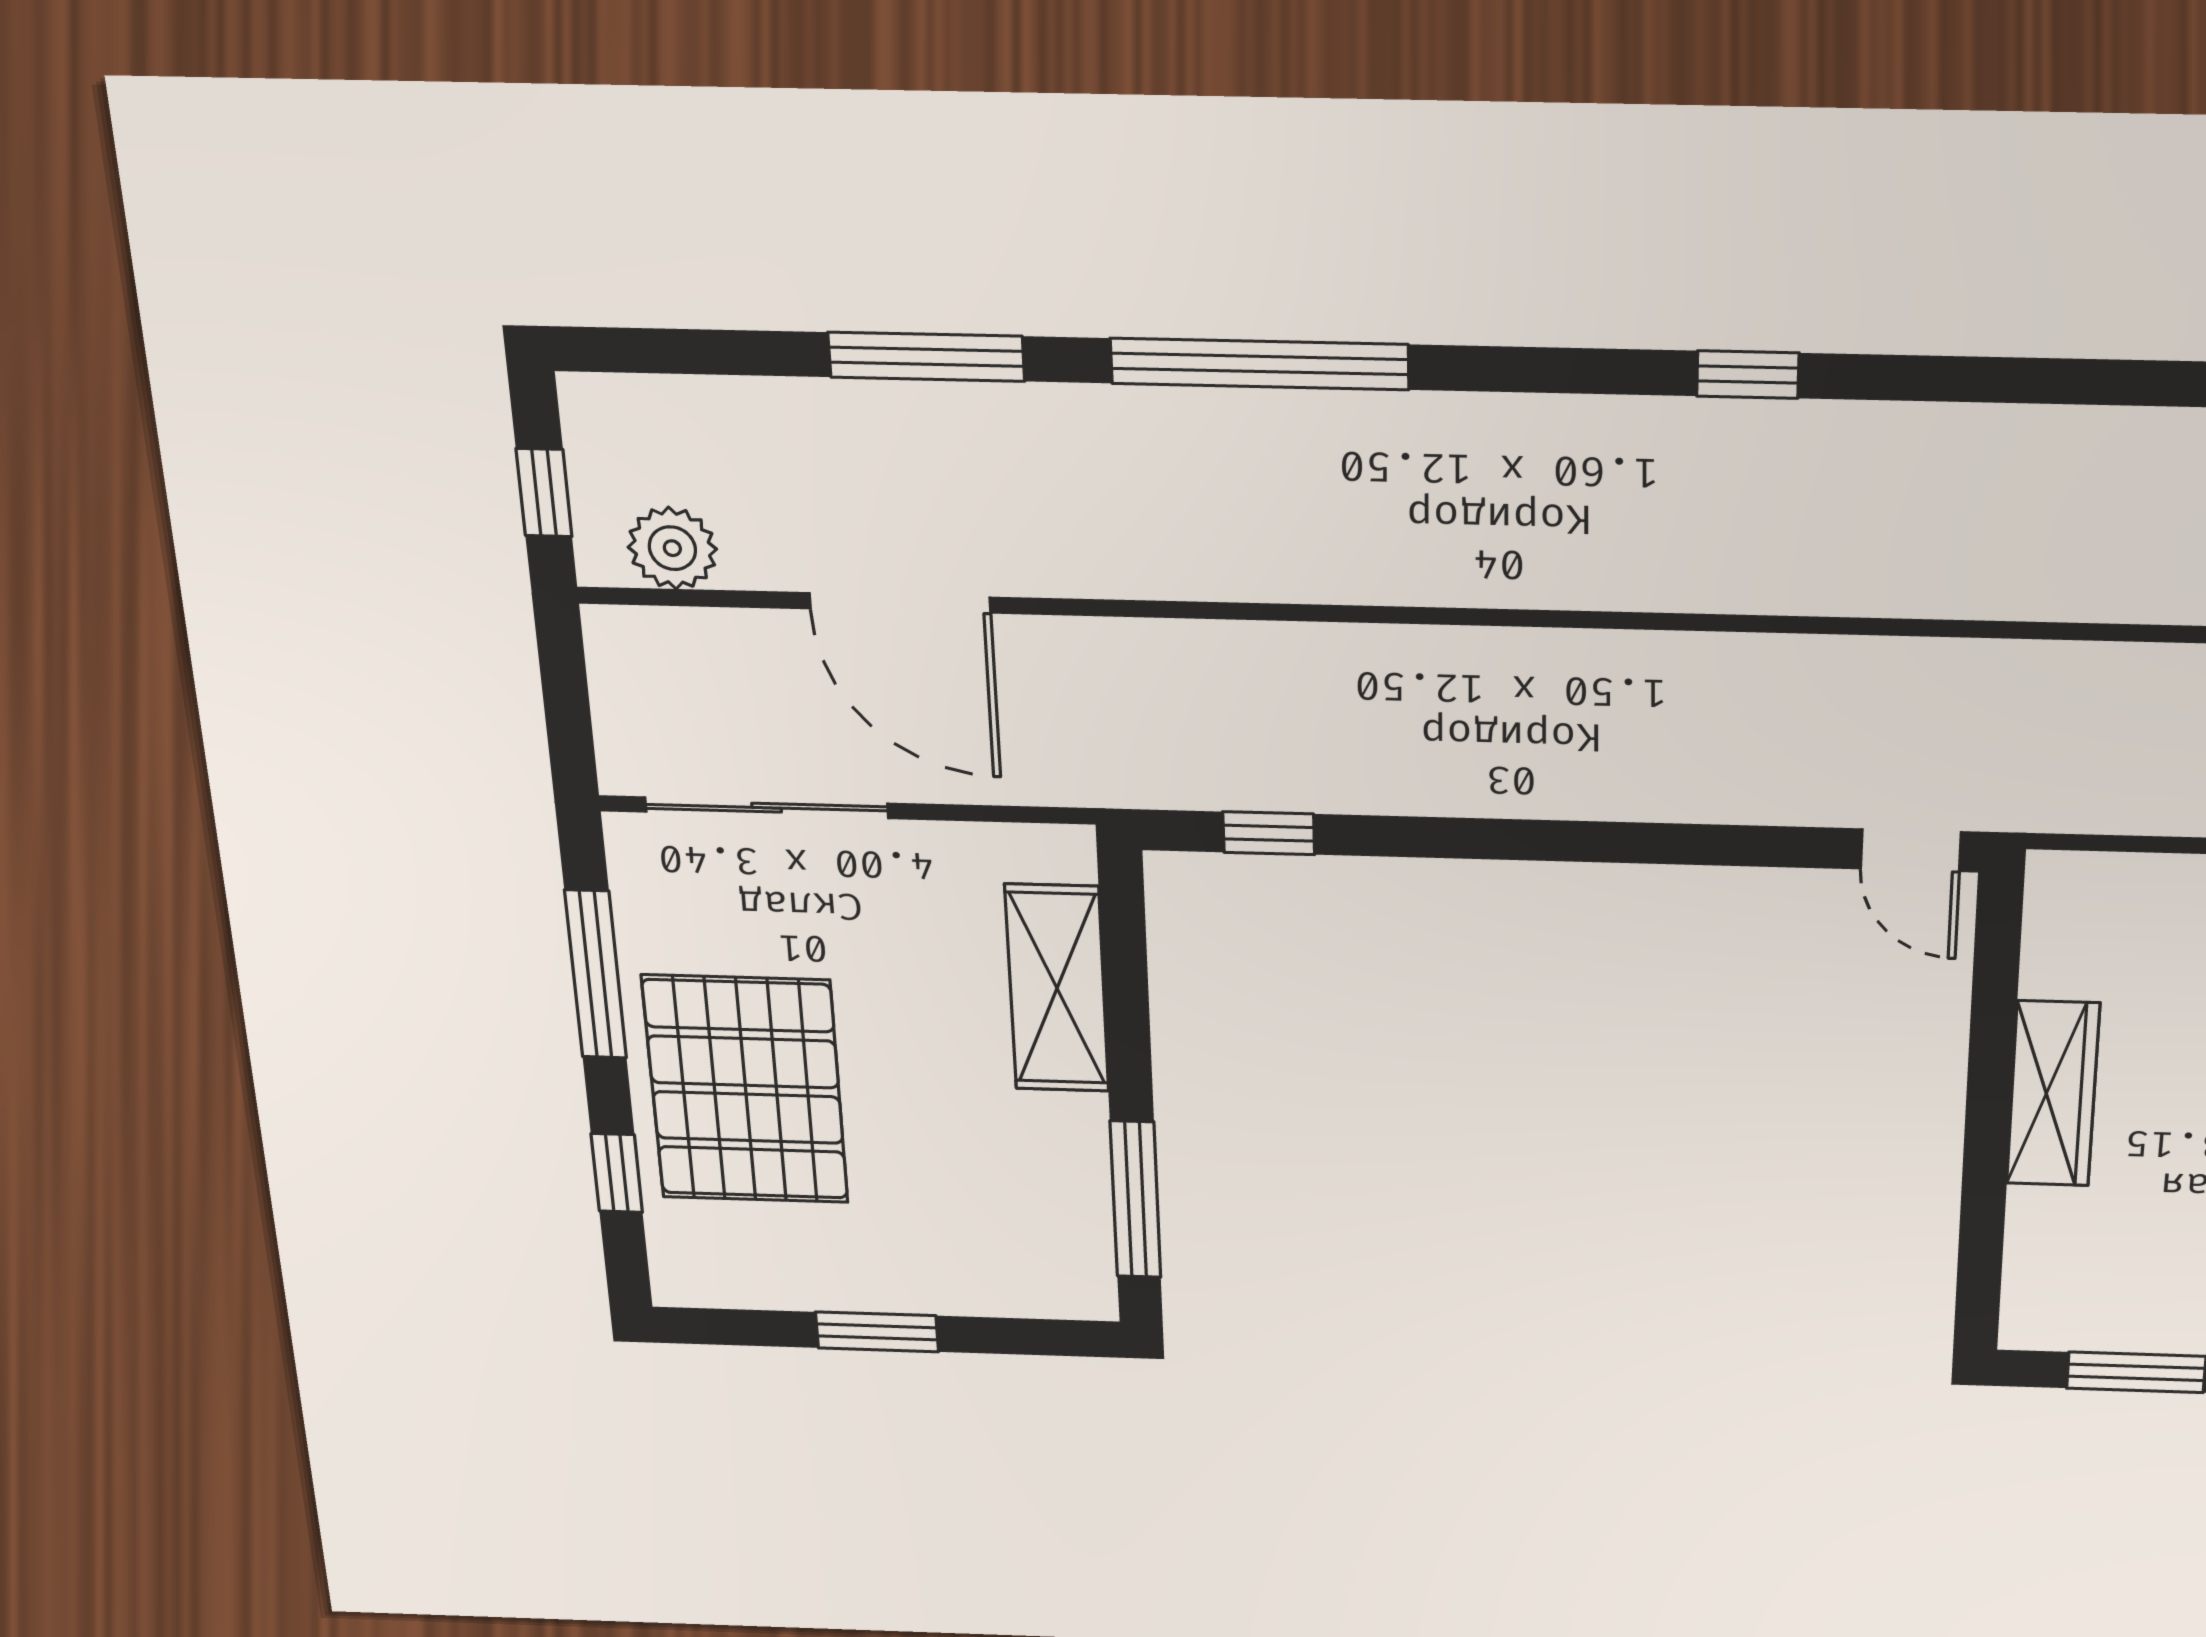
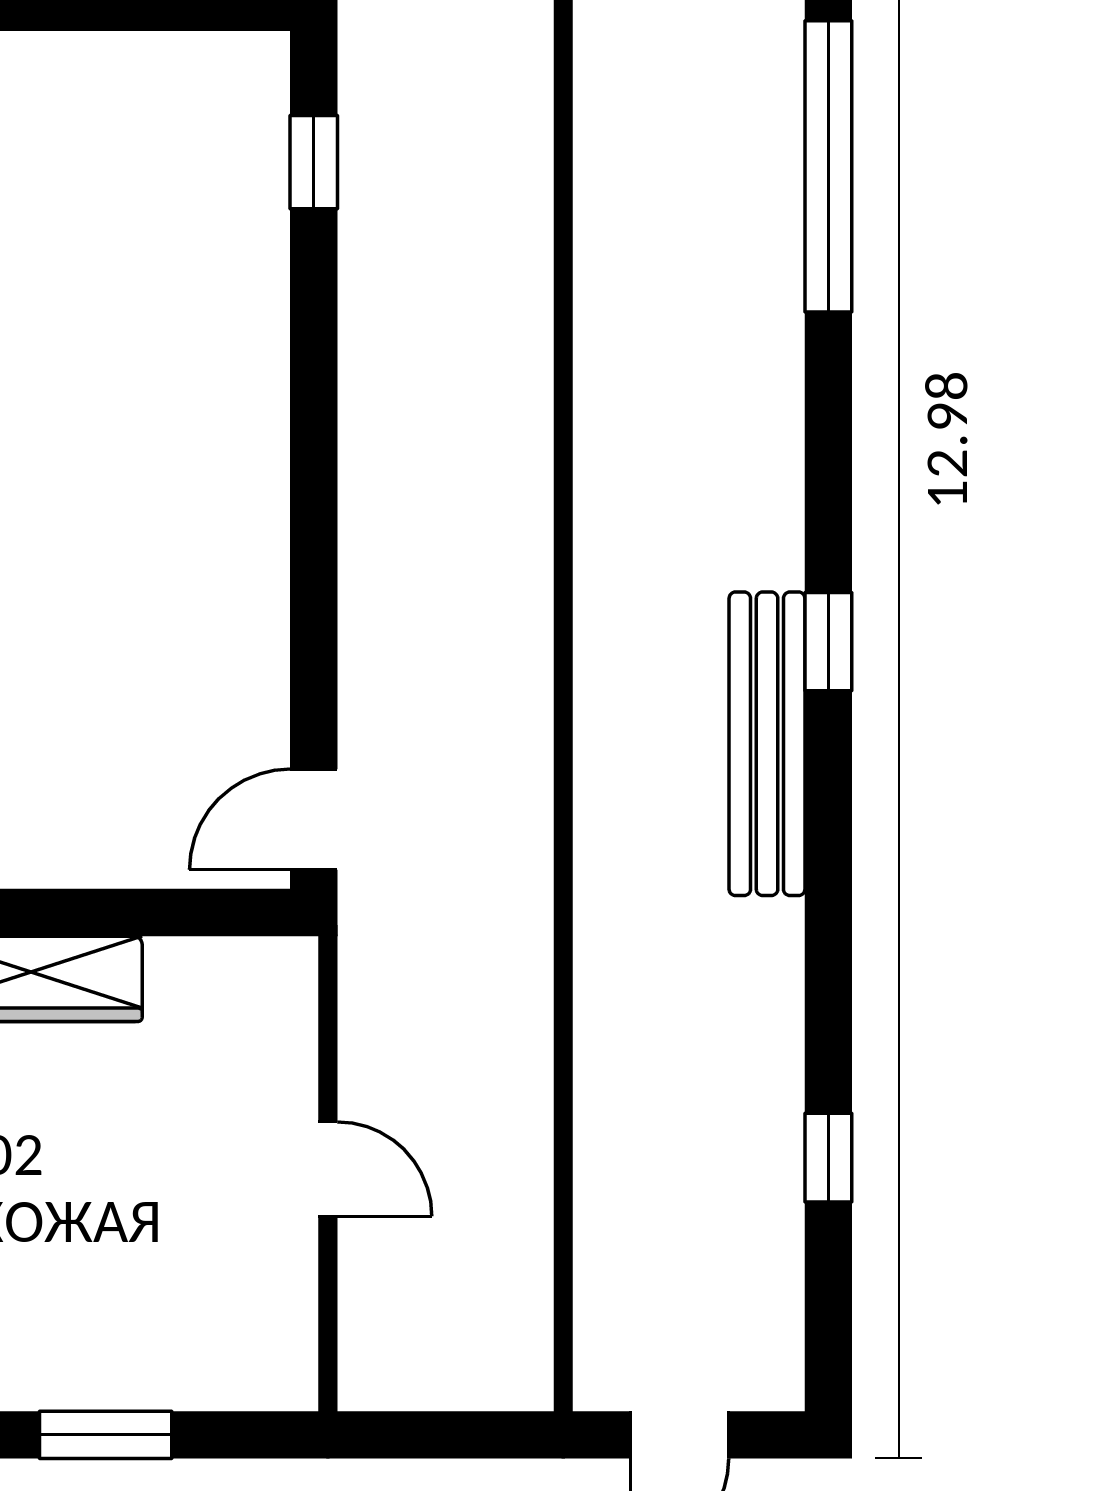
bench: (1851, 436) -> (767, 744), added

